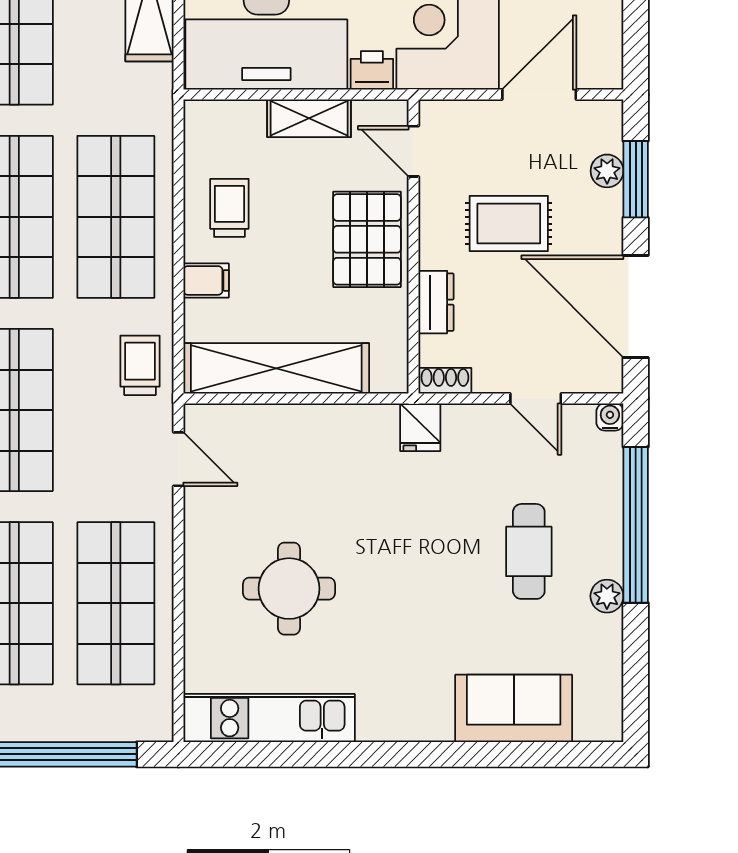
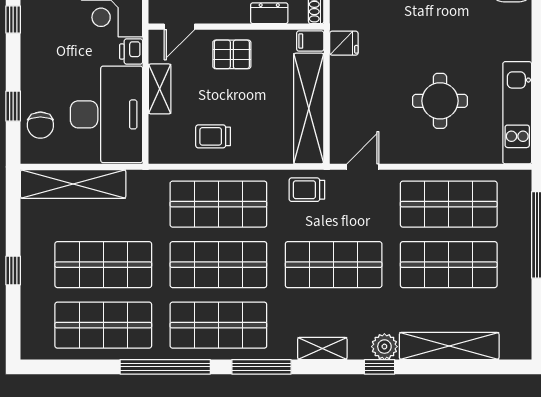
pallet: (367, 239) -> (232, 54), width x0.67, depth x0.71
filing cabinet: (206, 280) -> (310, 41), moved, turned -90
fridge: (420, 427) -> (344, 43), moved

